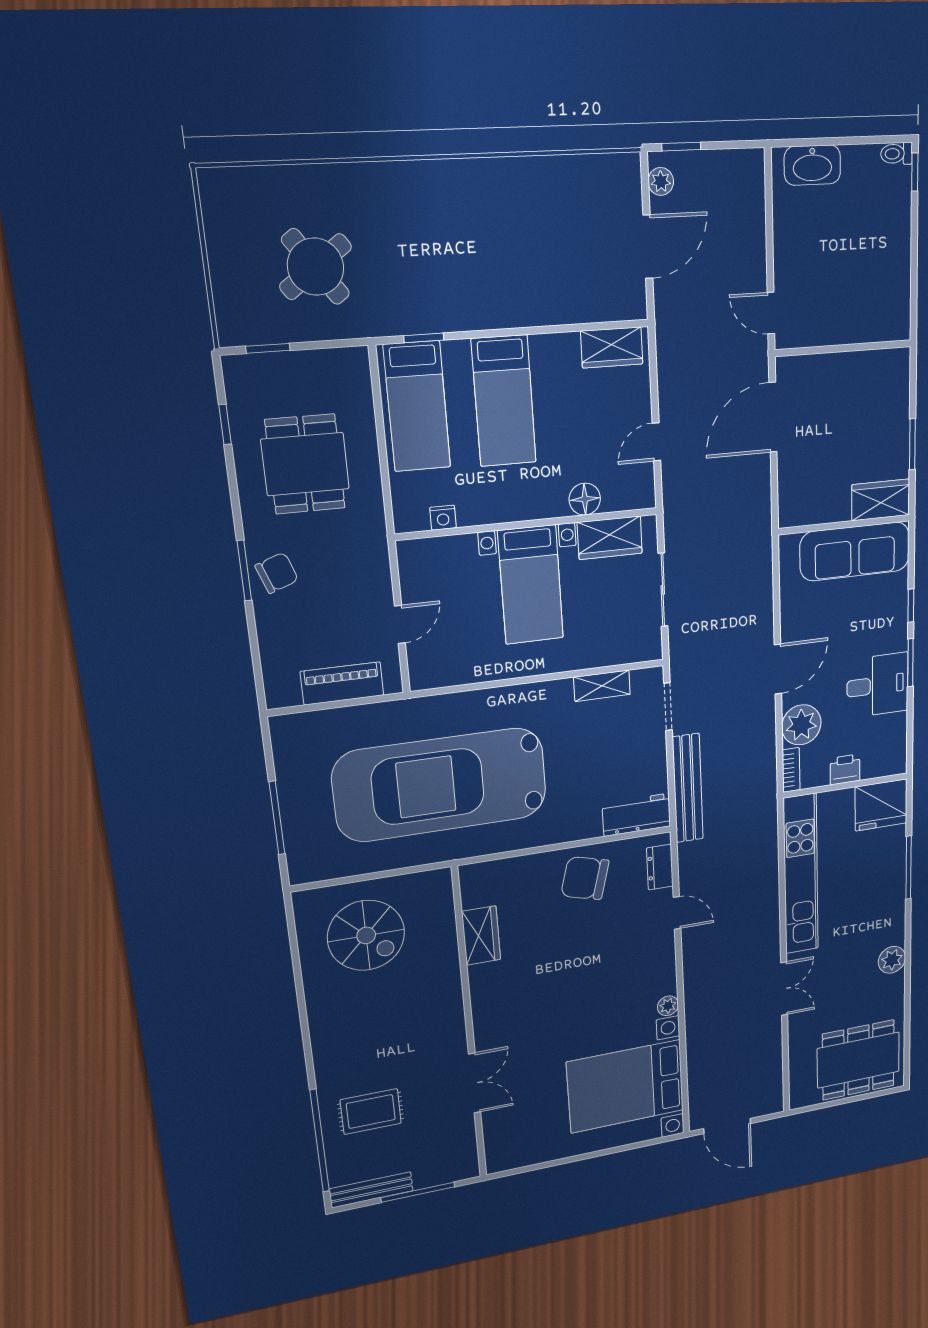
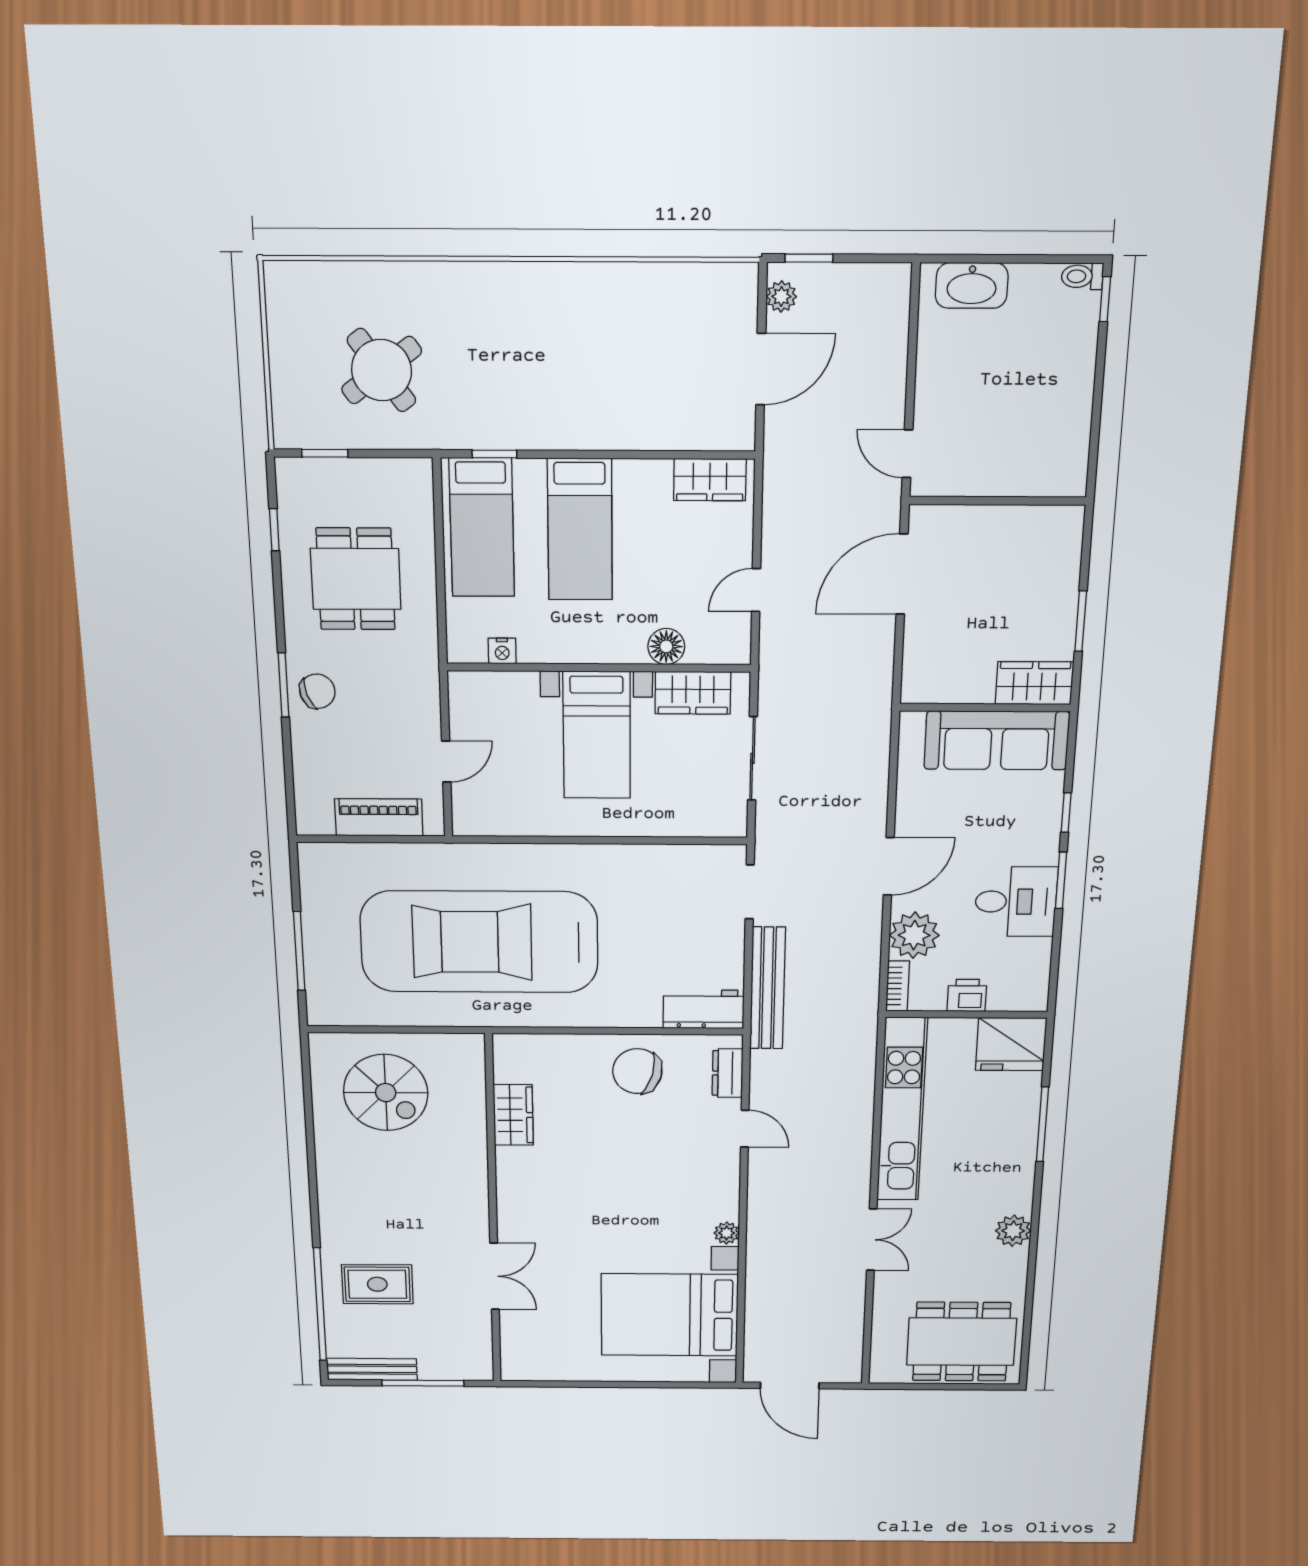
shelving: (602, 686) -> (672, 858), removed

